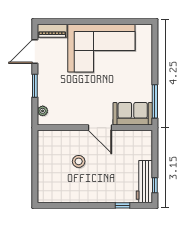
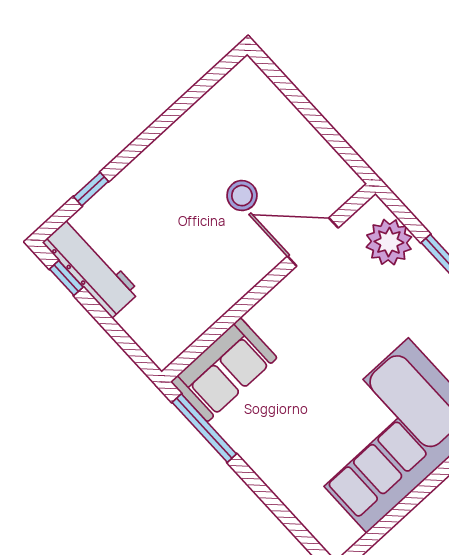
plant: (43, 111) -> (389, 242), width x1.88, depth x1.88
door: (100, 128) -> (313, 242), moved

